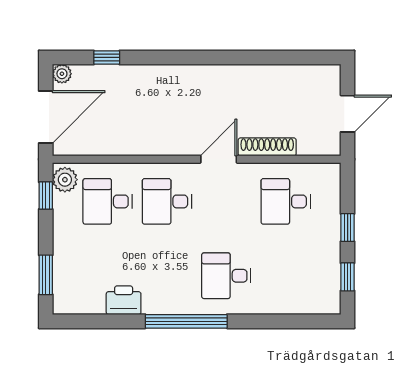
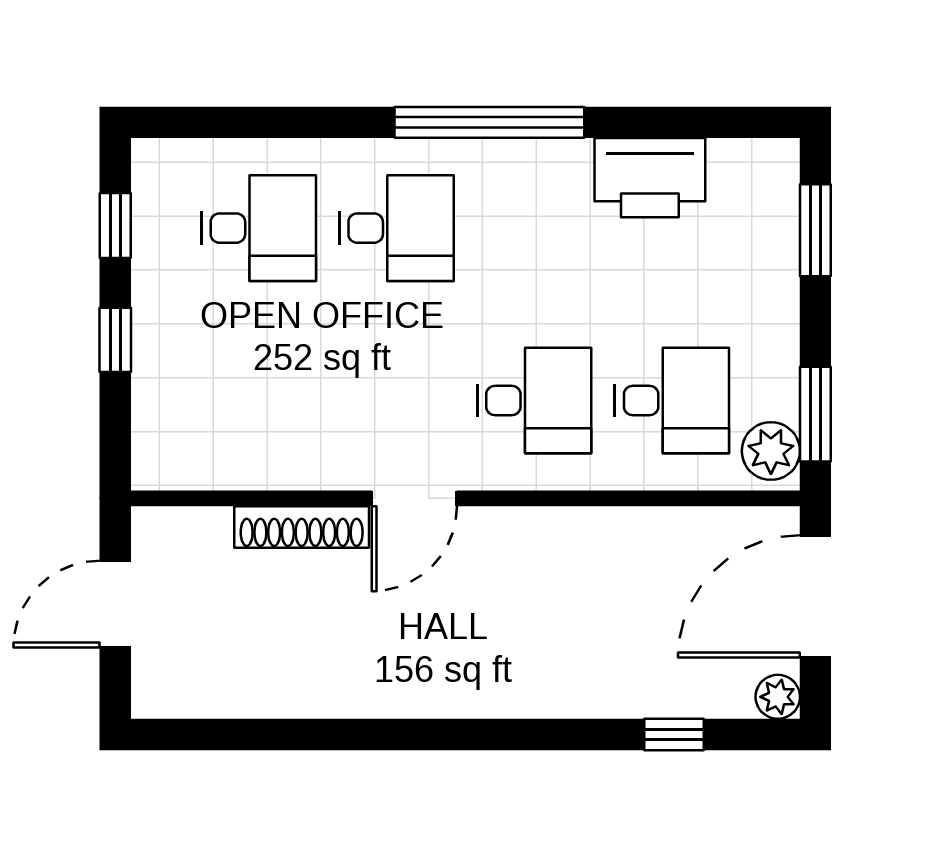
window: (46, 196) -> (815, 414), width x1.50
desk: (286, 201) -> (259, 228), moved
printer: (124, 300) -> (650, 178), width x1.37, depth x1.19

